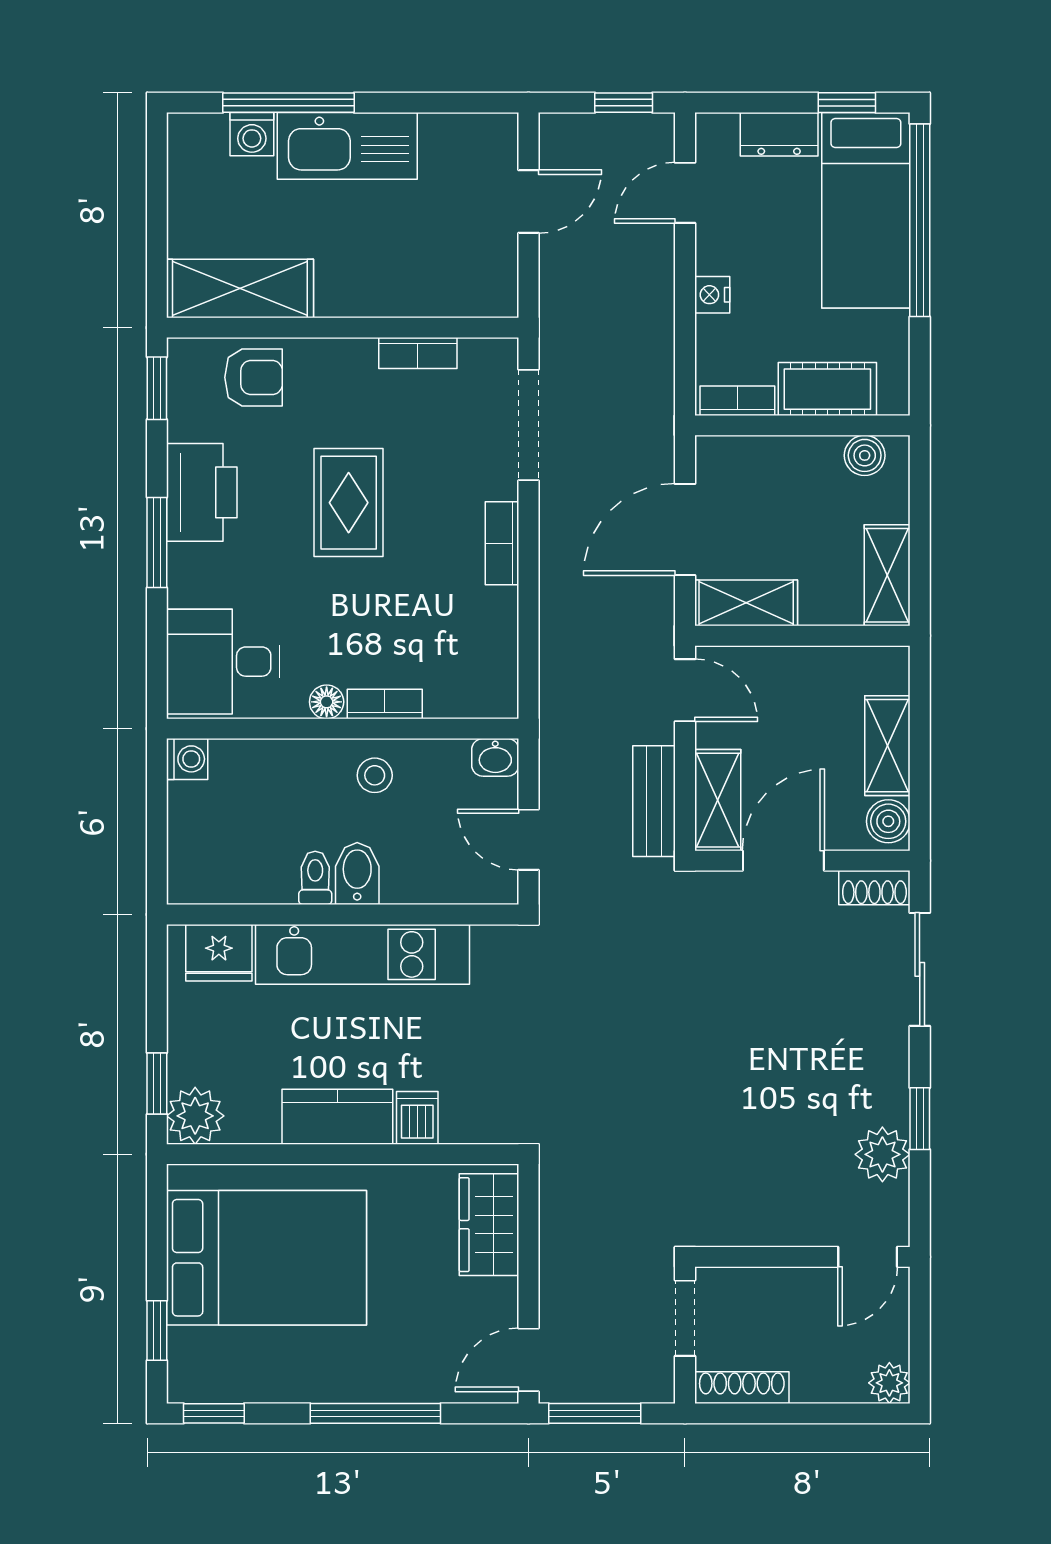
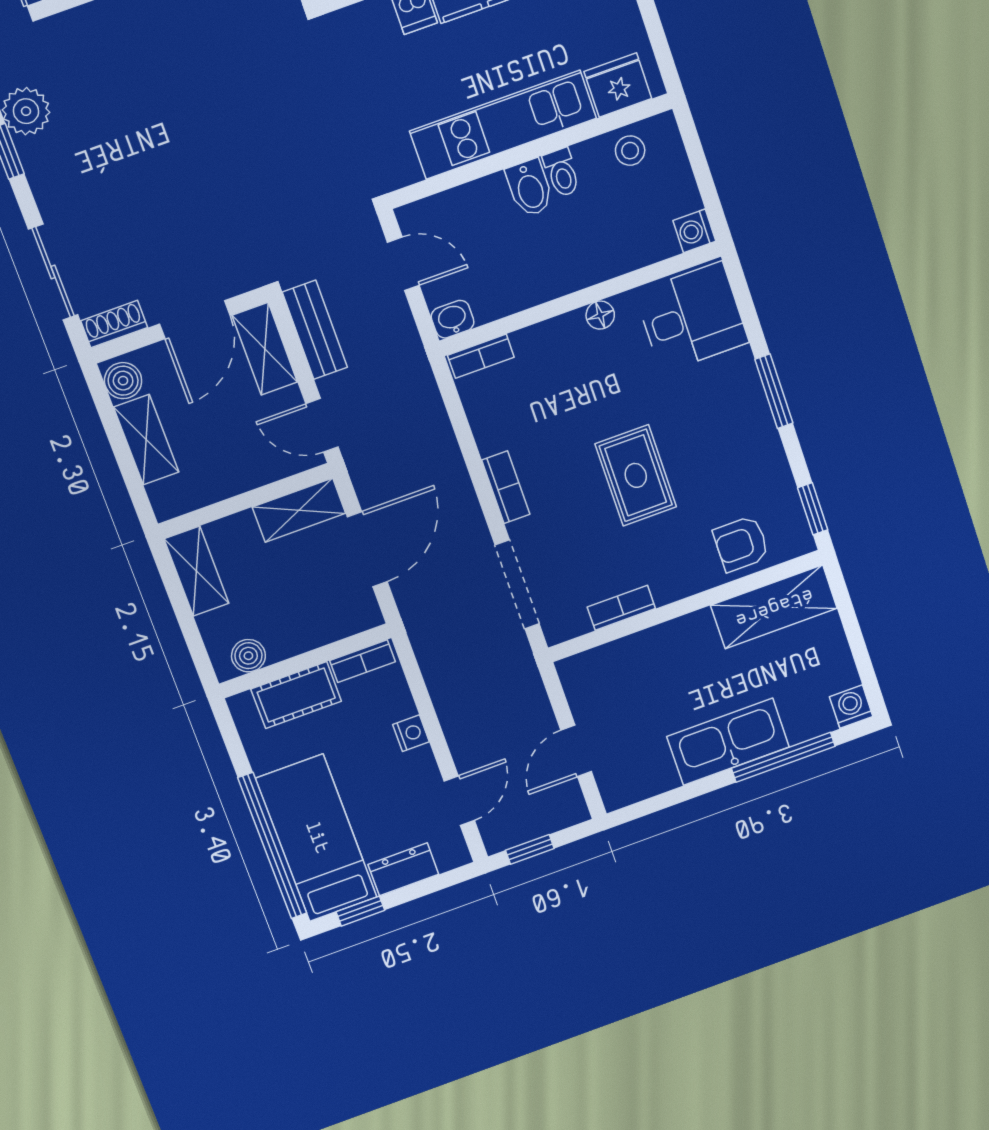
washing machine: (252, 134) -> (851, 707), moved
printer: (202, 492) -> (752, 442), removed
bookcase: (385, 704) -> (481, 356), moved
stool: (375, 775) -> (630, 151), moved

